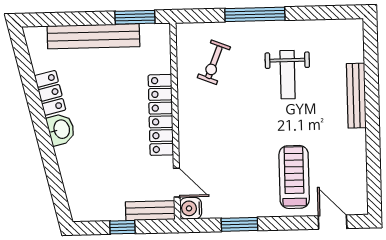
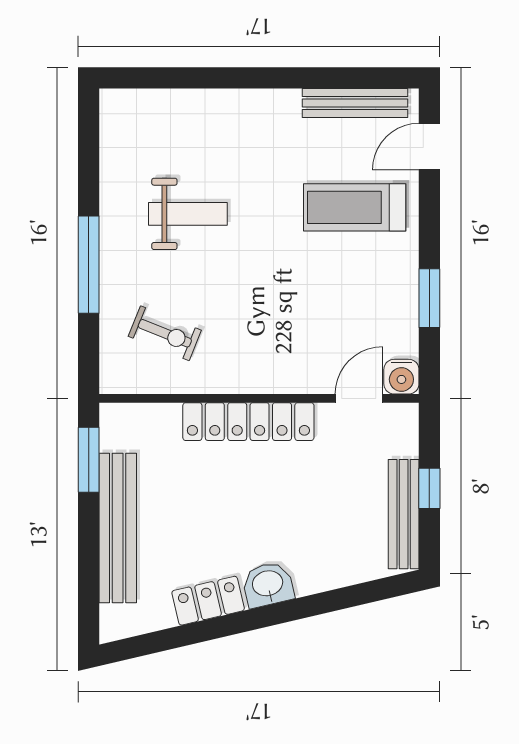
bench: (356, 96) -> (355, 103), moved
bench: (150, 211) -> (404, 514), moved, width x1.36

